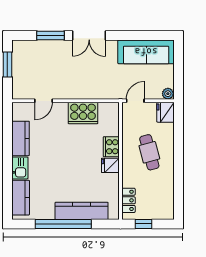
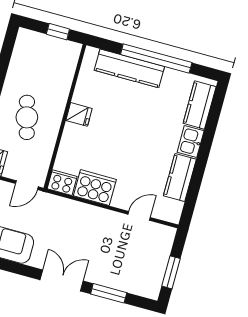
cooker: (111, 147) -> (62, 183), moved, turned -90
locker: (129, 200) -> (68, 66), removed

